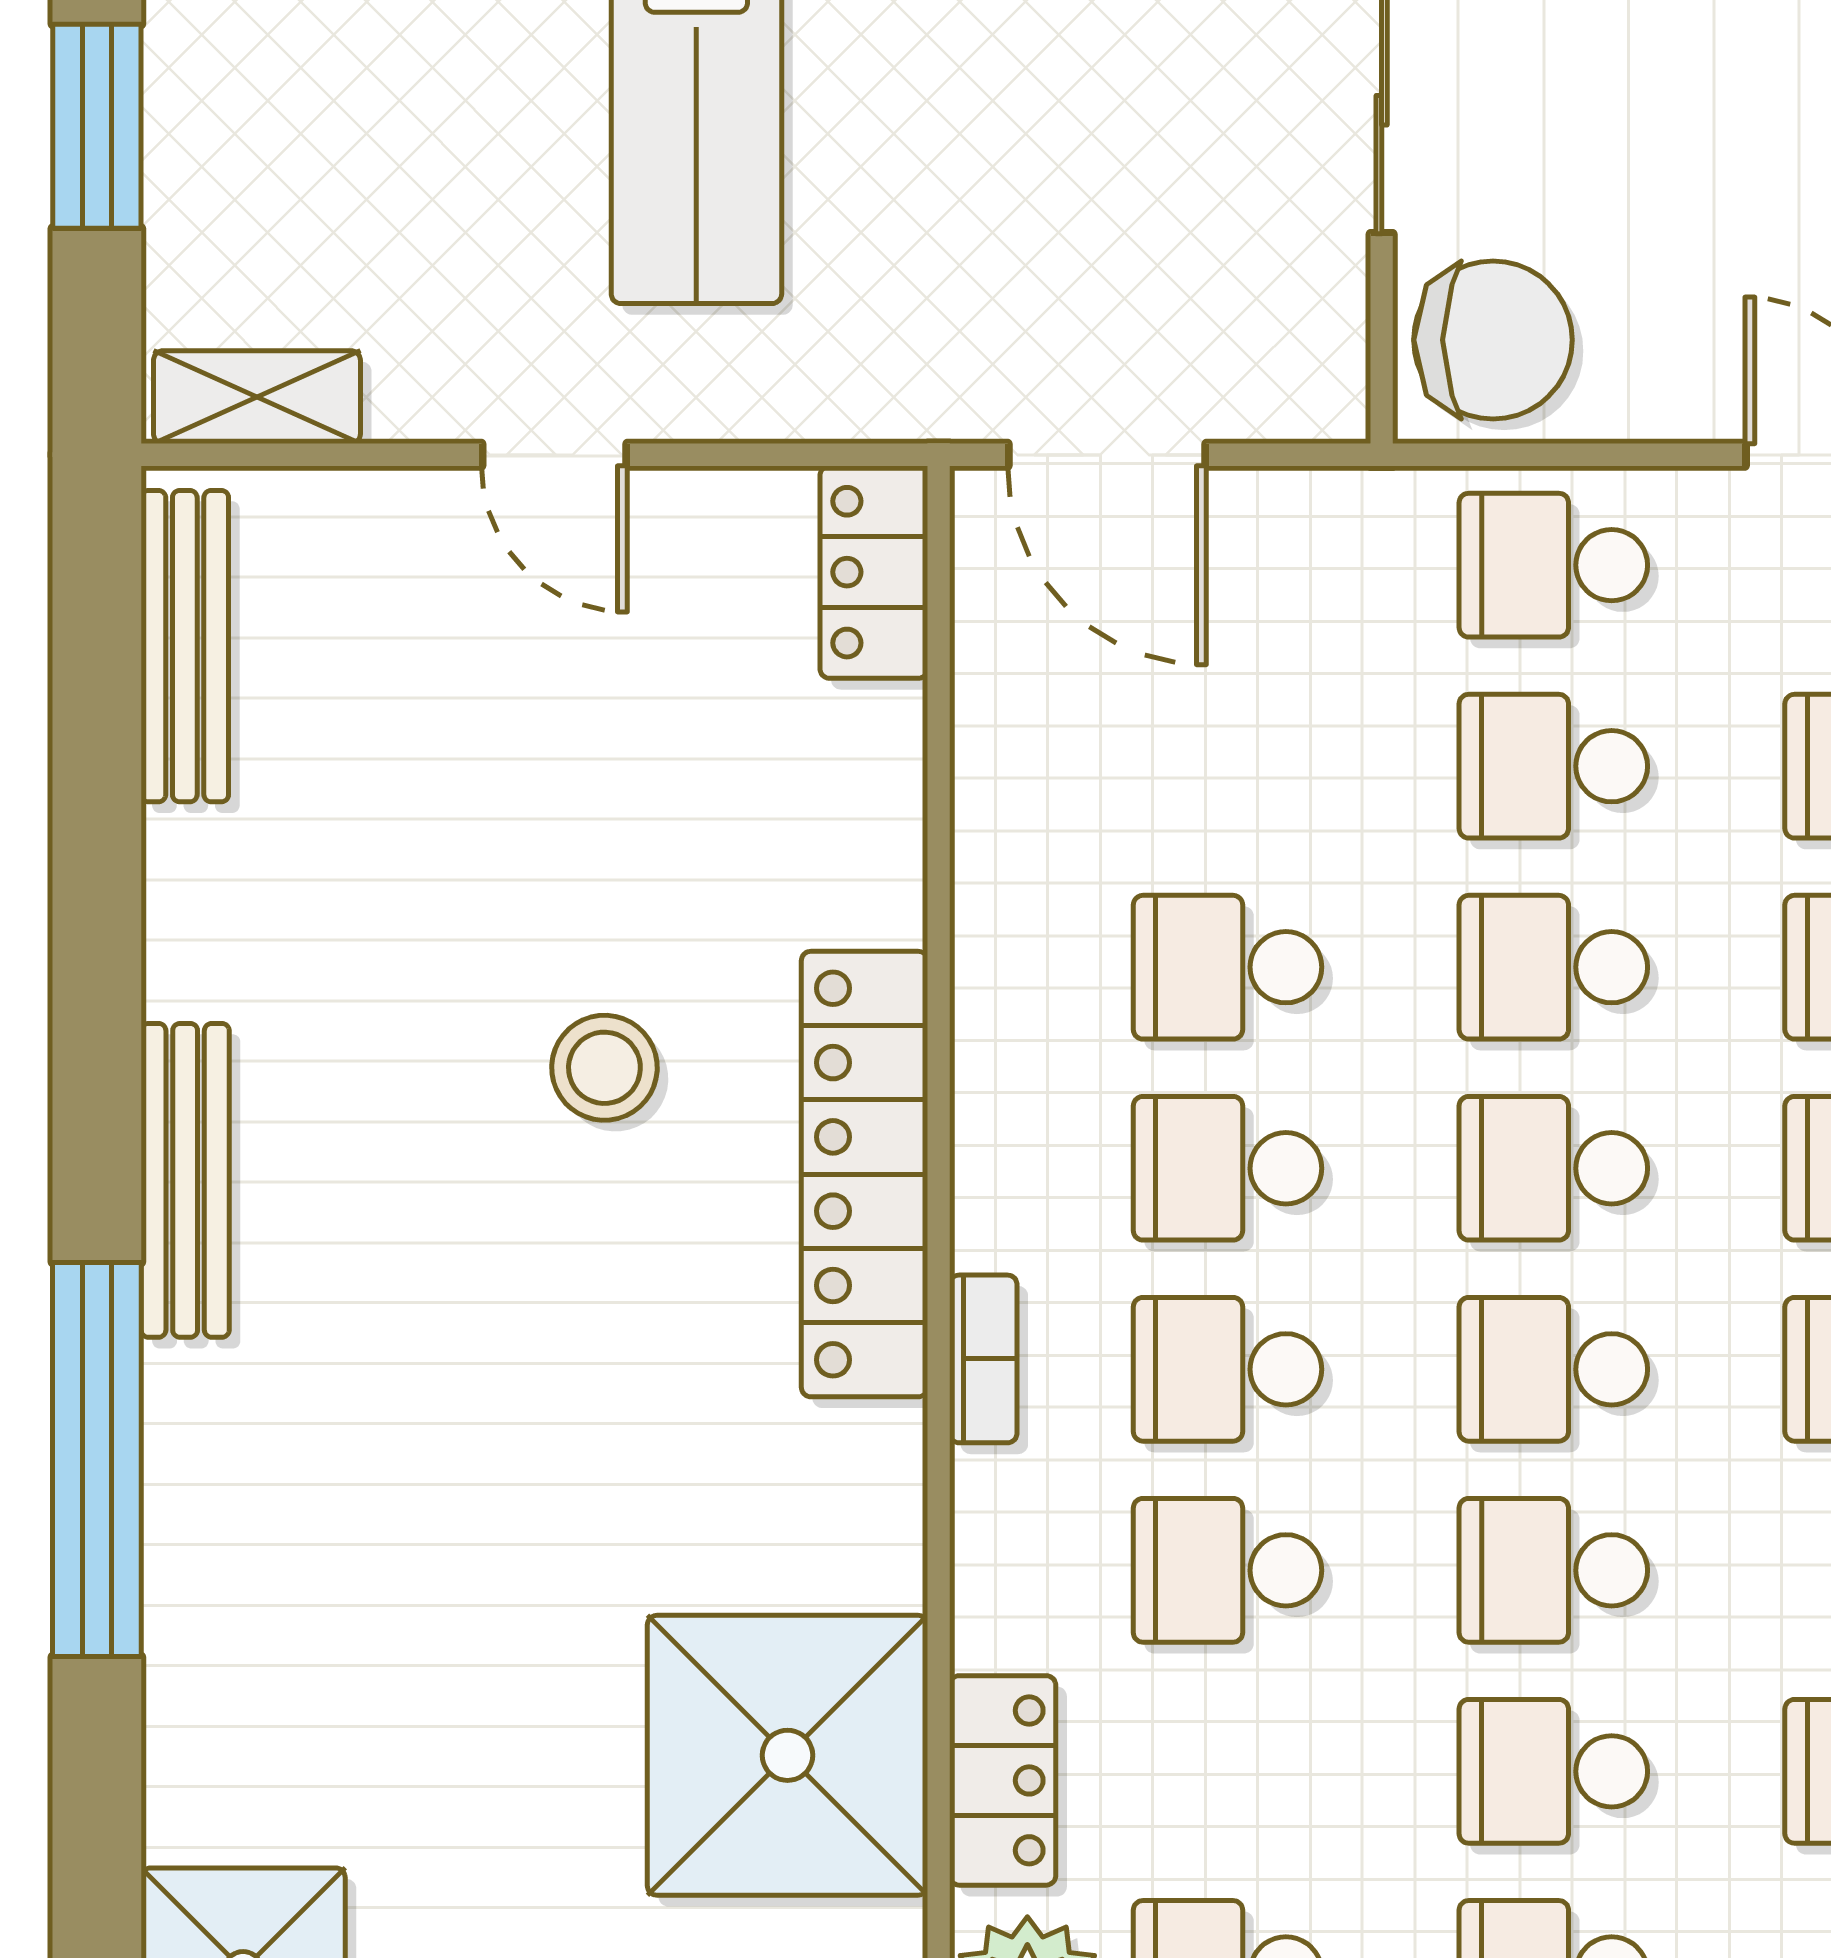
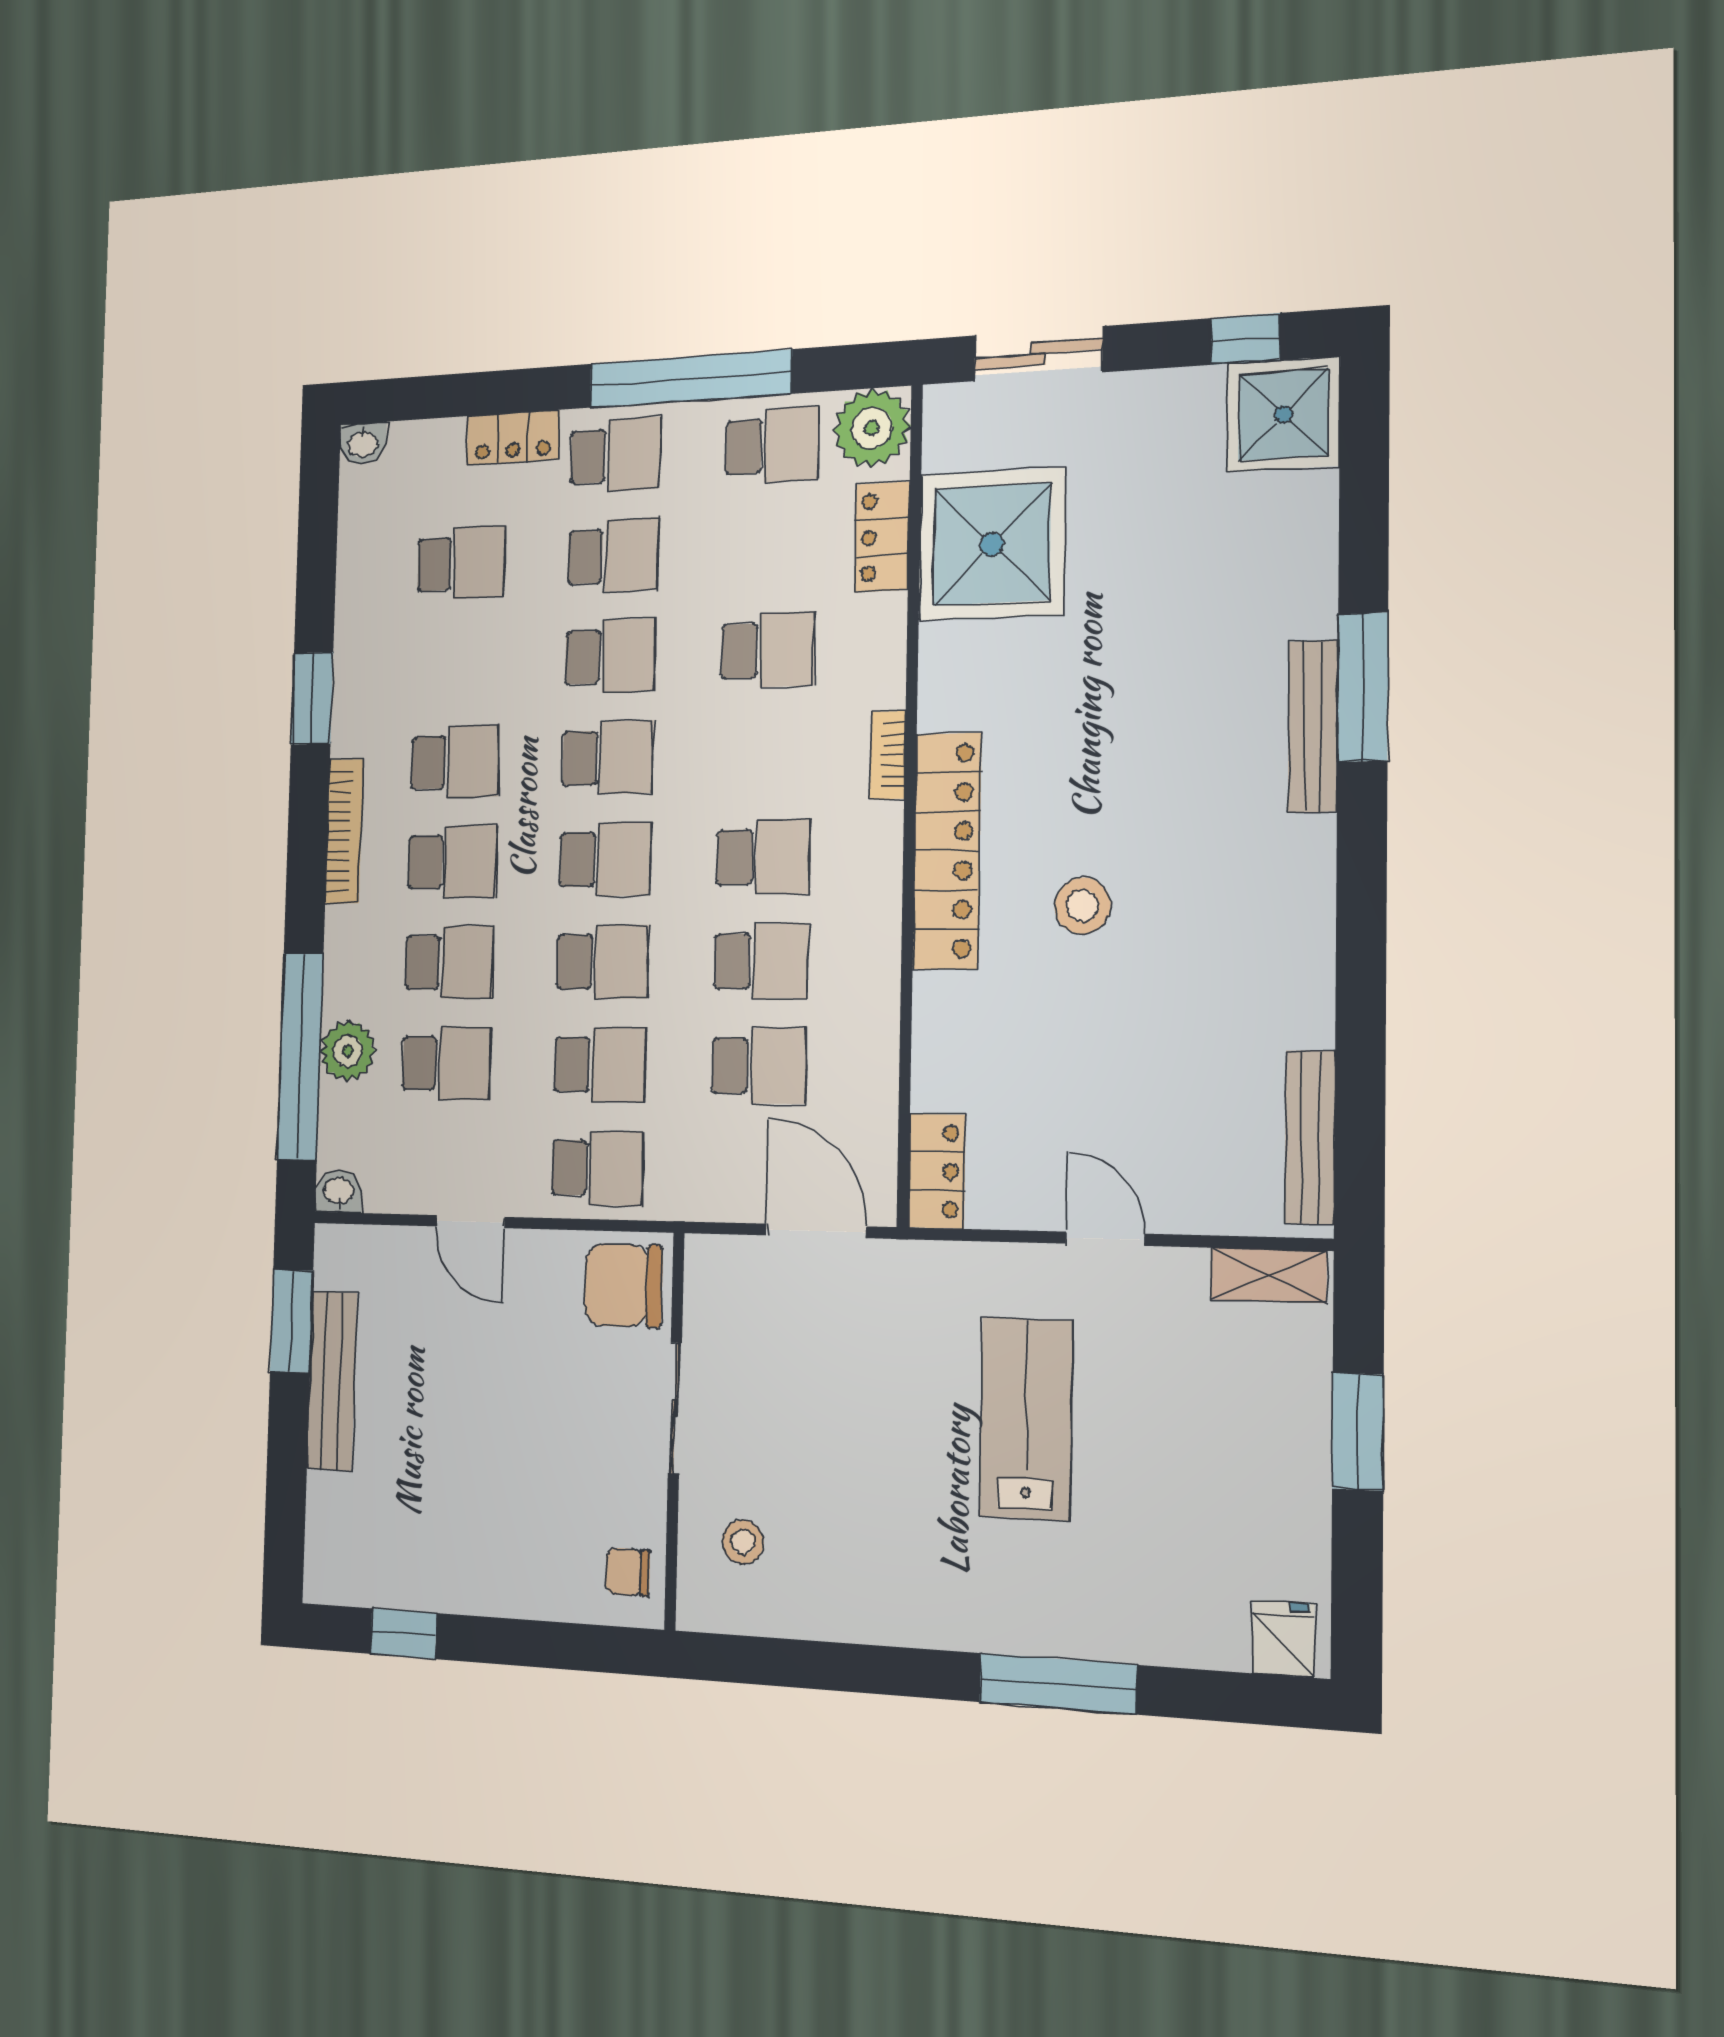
bench: (185, 1180) -> (1313, 726), moved
school desk: (1228, 1369) -> (759, 1066), moved
window: (97, 1459) -> (1363, 687), width x0.68

